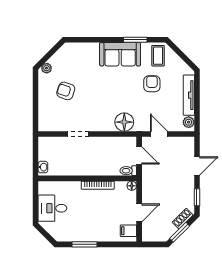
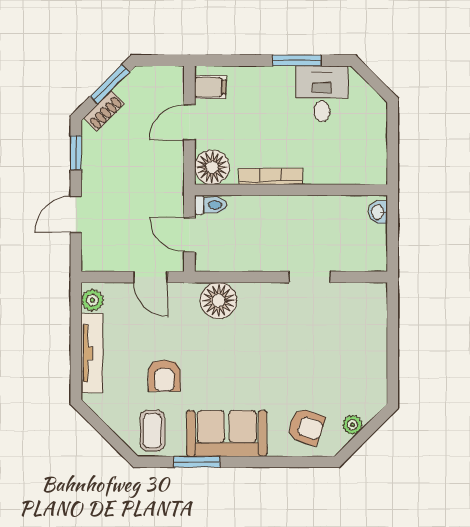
plant: (47, 68) -> (352, 425), moved
armchair: (66, 91) -> (306, 427), moved
floor lamp: (132, 186) -> (212, 167), width x1.89, depth x1.89
desk: (52, 208) -> (322, 94), moved, turned -90

